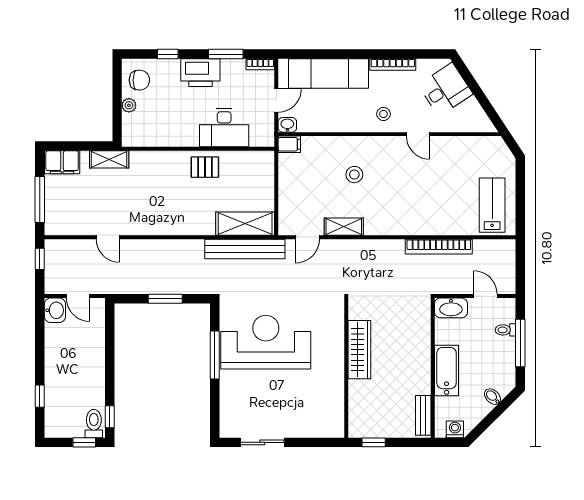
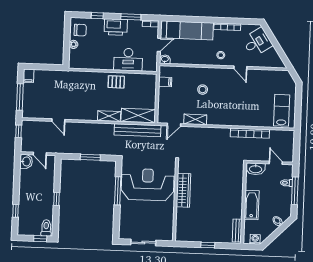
filing cabinet: (289, 144) -> (165, 82), moved
shelving: (109, 159) -> (109, 116), moved
filing cabinet: (62, 162) -> (29, 76), width x0.50
wardrobe: (359, 350) -> (183, 190), moved
wall: (346, 368) -> (175, 201), moved
window: (110, 417) -> (57, 199), moved

